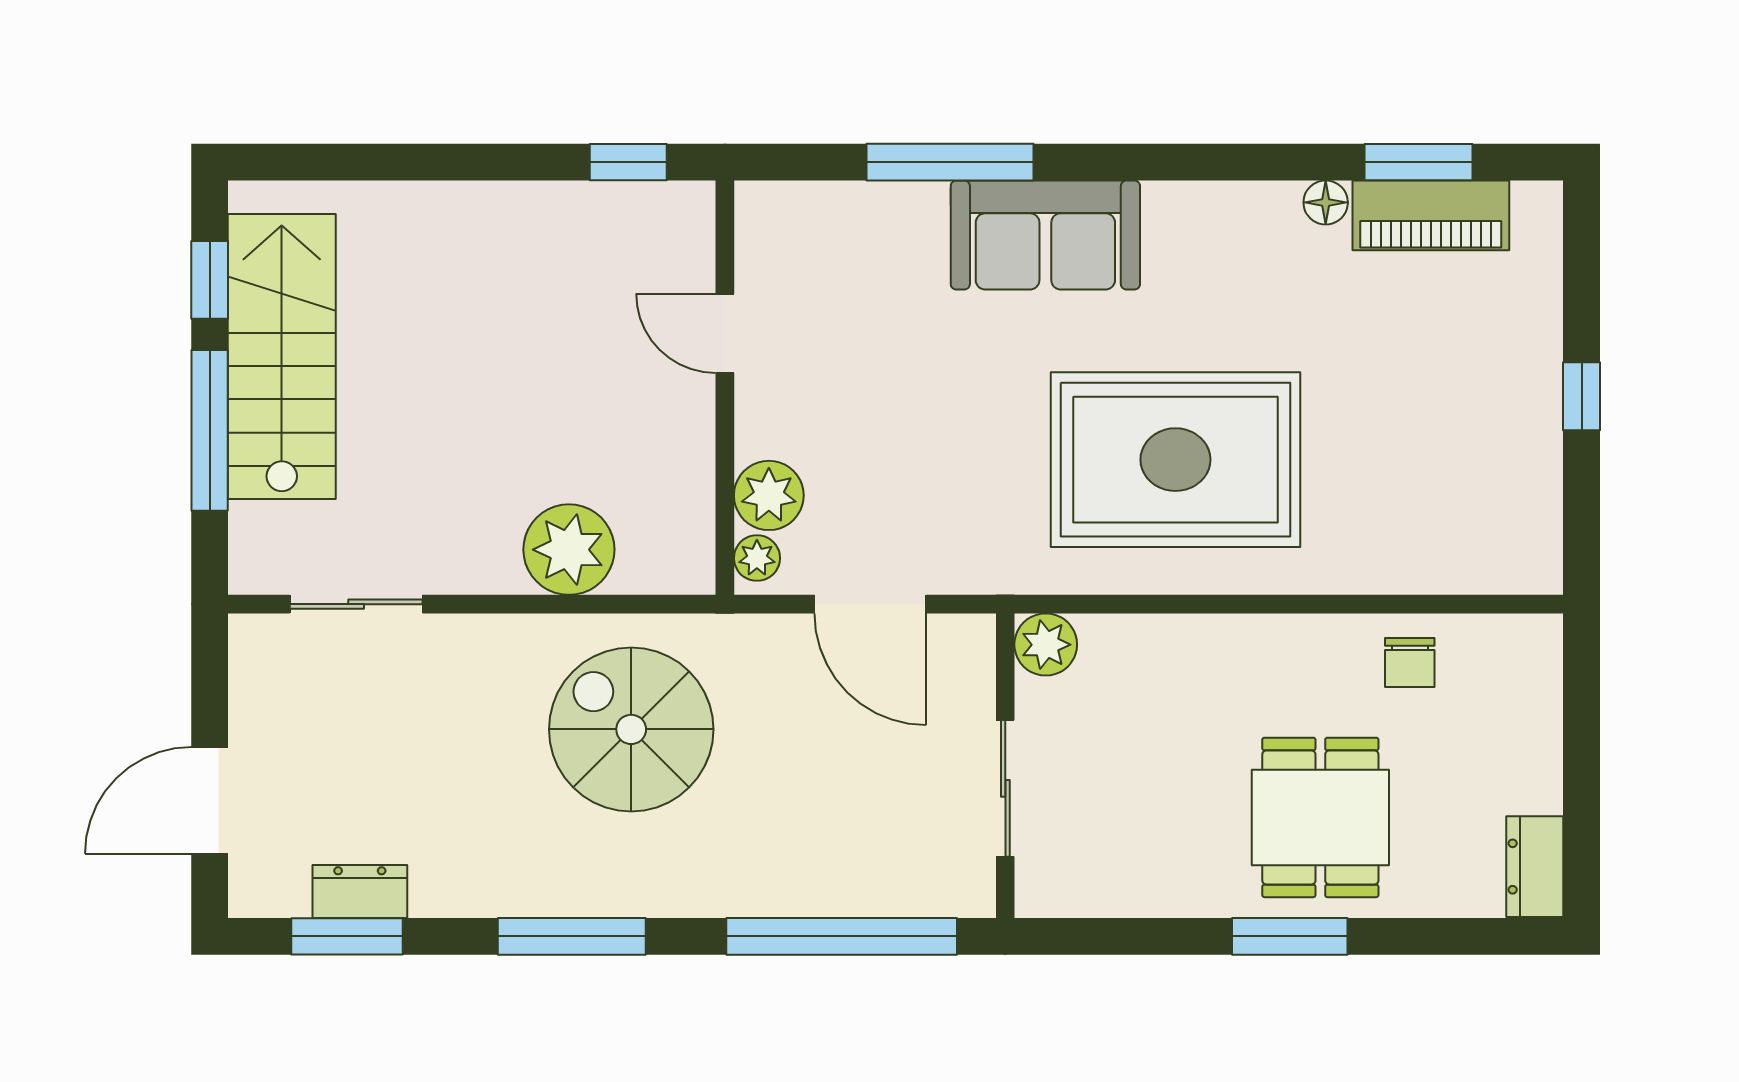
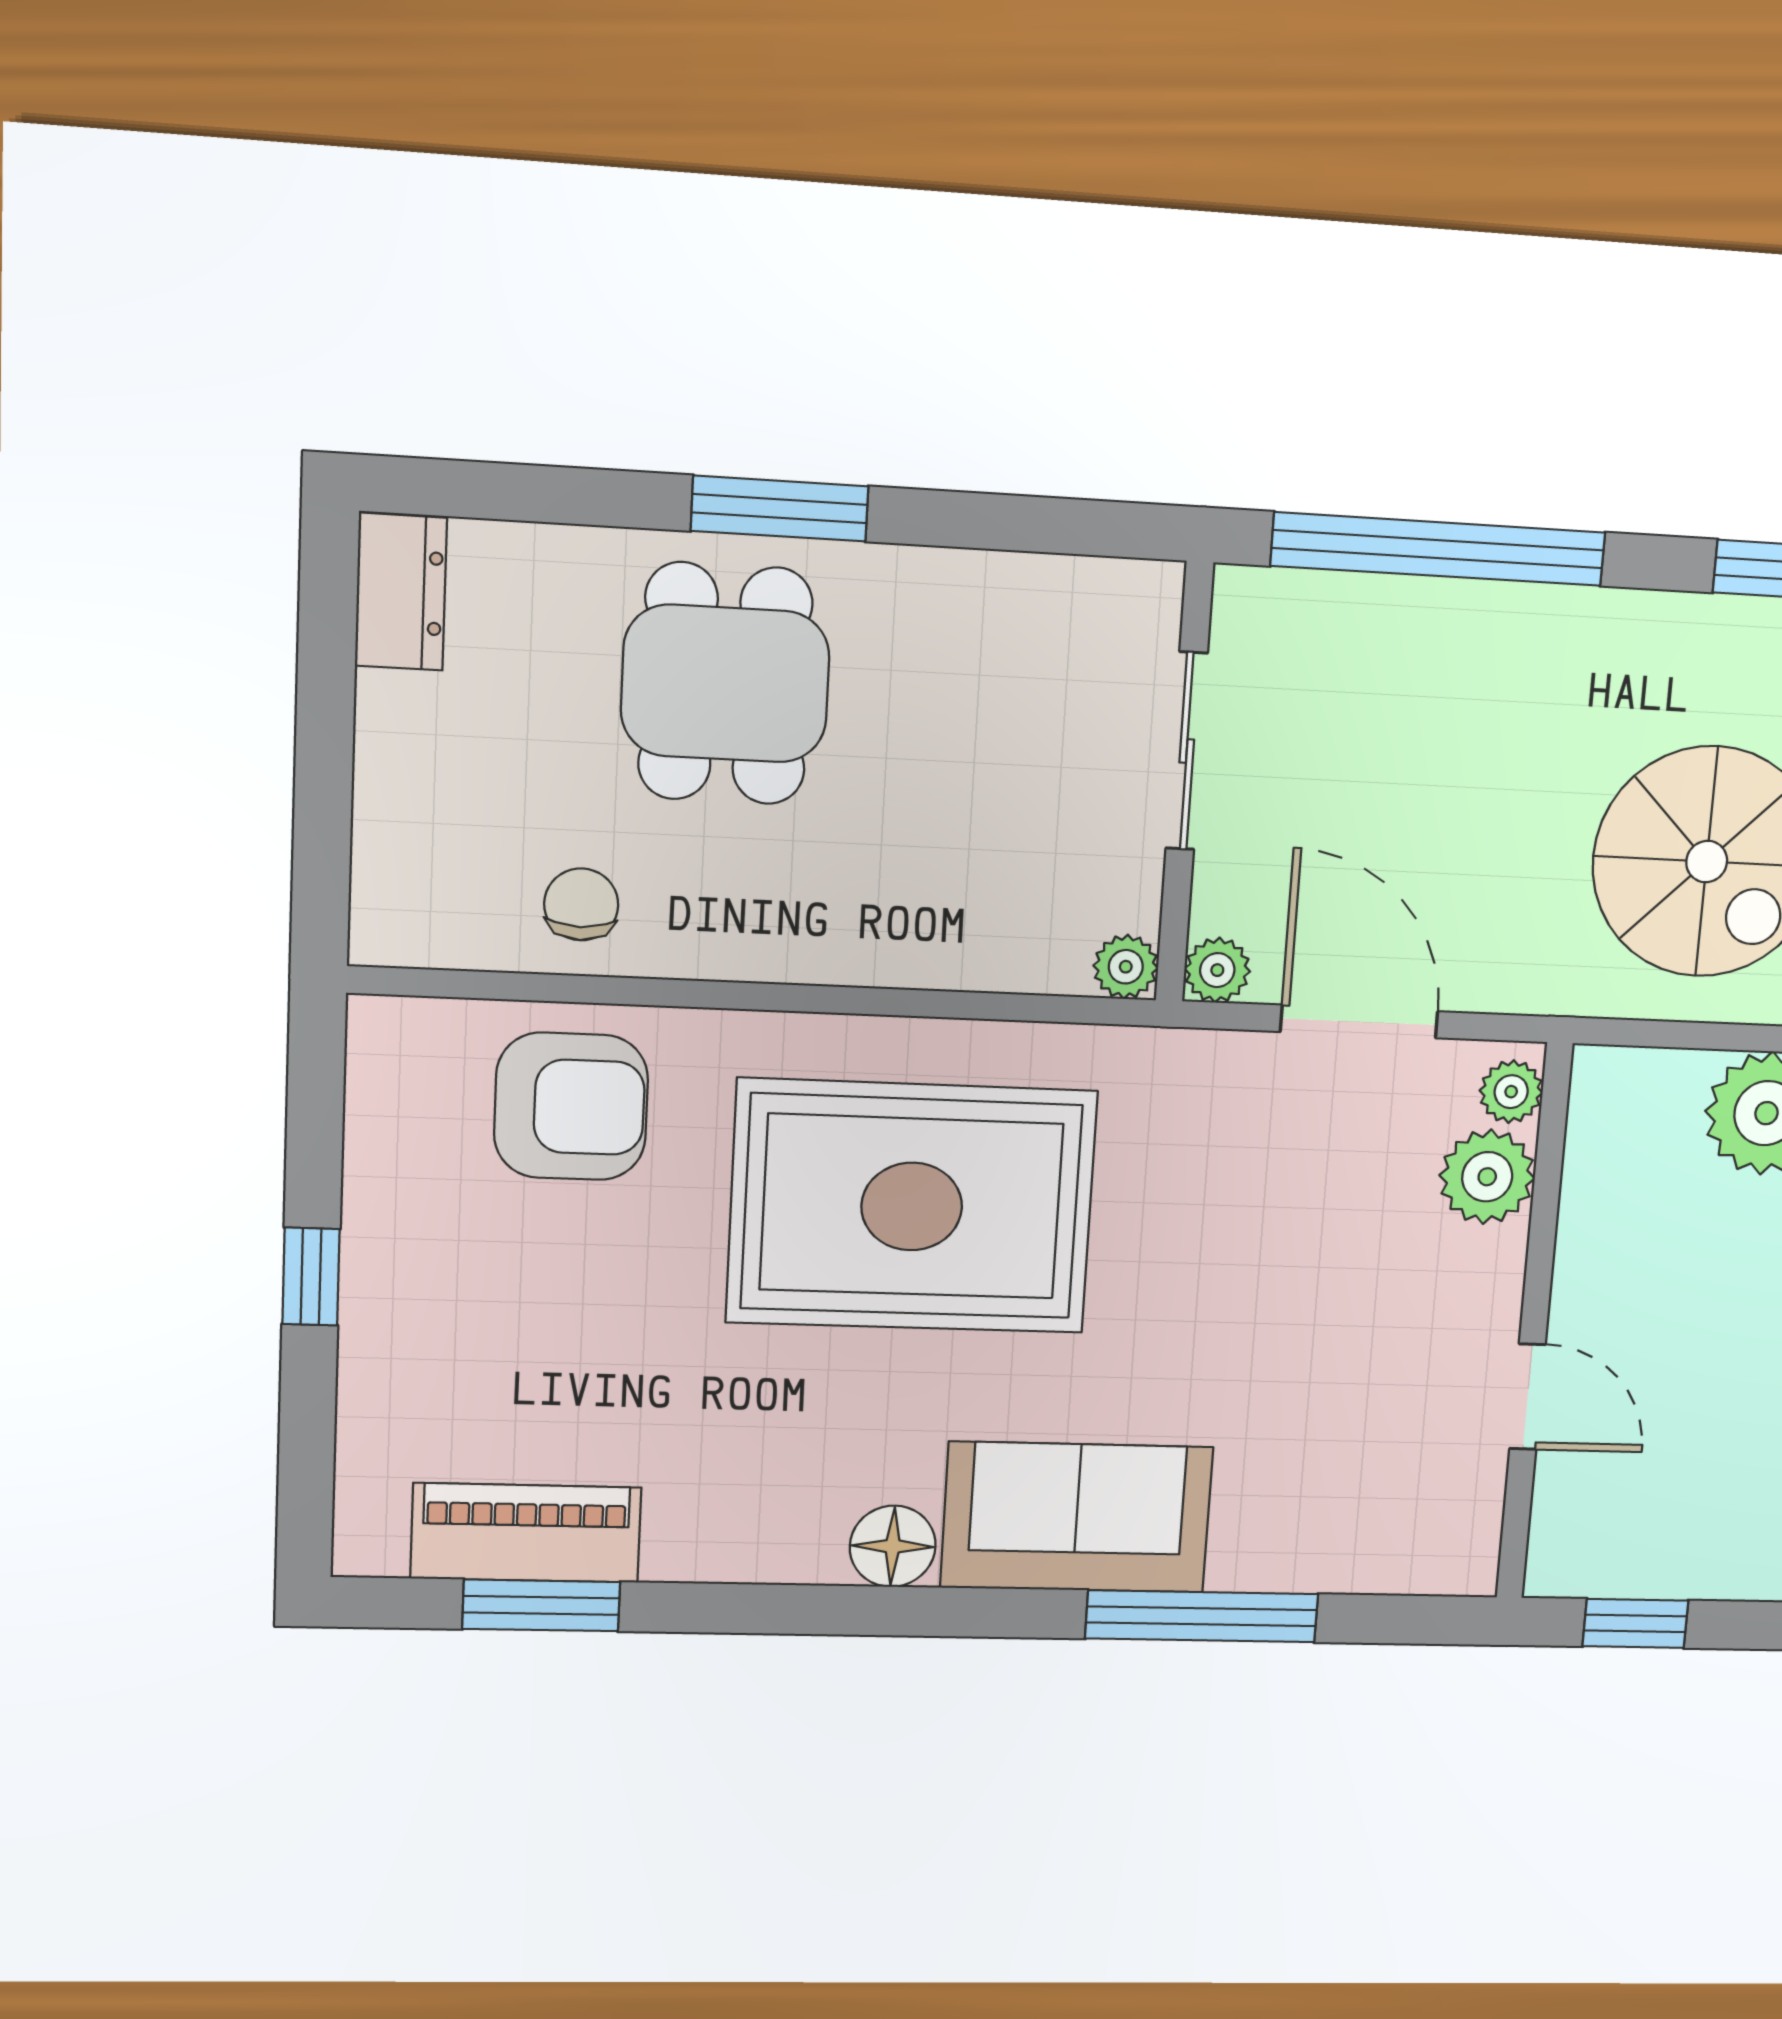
floor lamp: (1326, 202) -> (893, 1546), moved, width x1.37, depth x1.37
armchair: (1411, 522) -> (571, 1106), added
plant: (973, 636) -> (1217, 970), added
plant: (1046, 645) -> (1126, 967), width x0.73, depth x0.73

